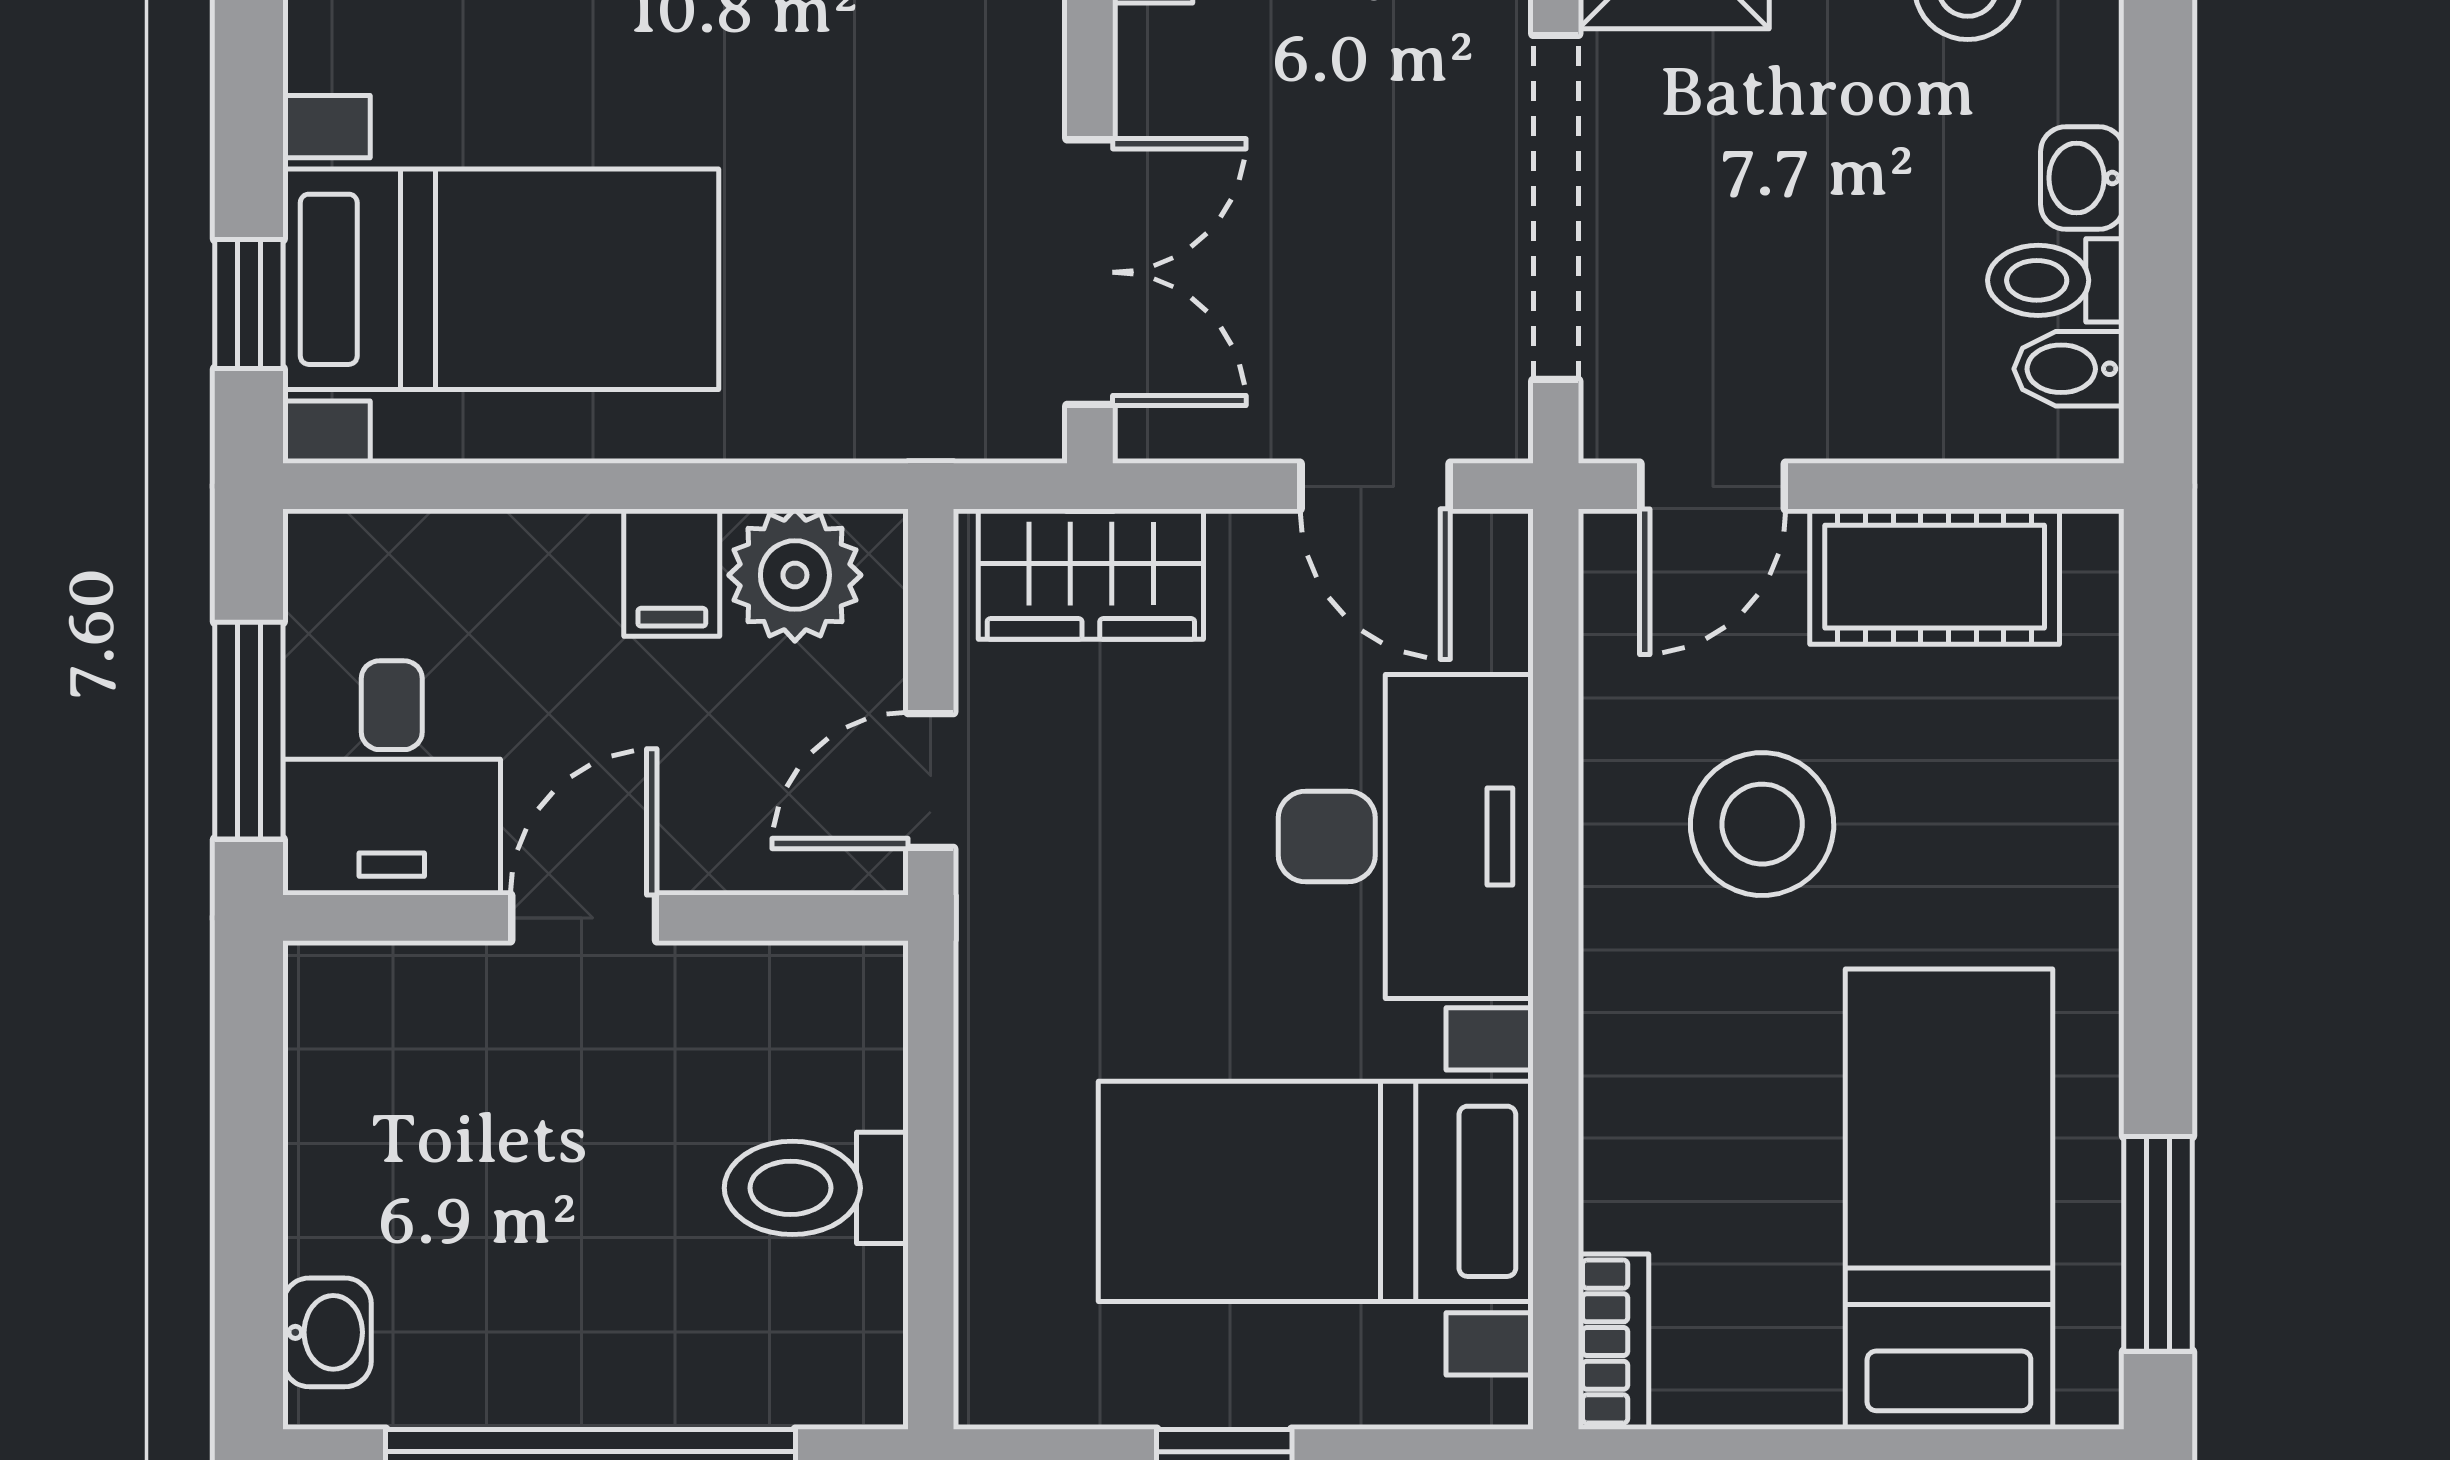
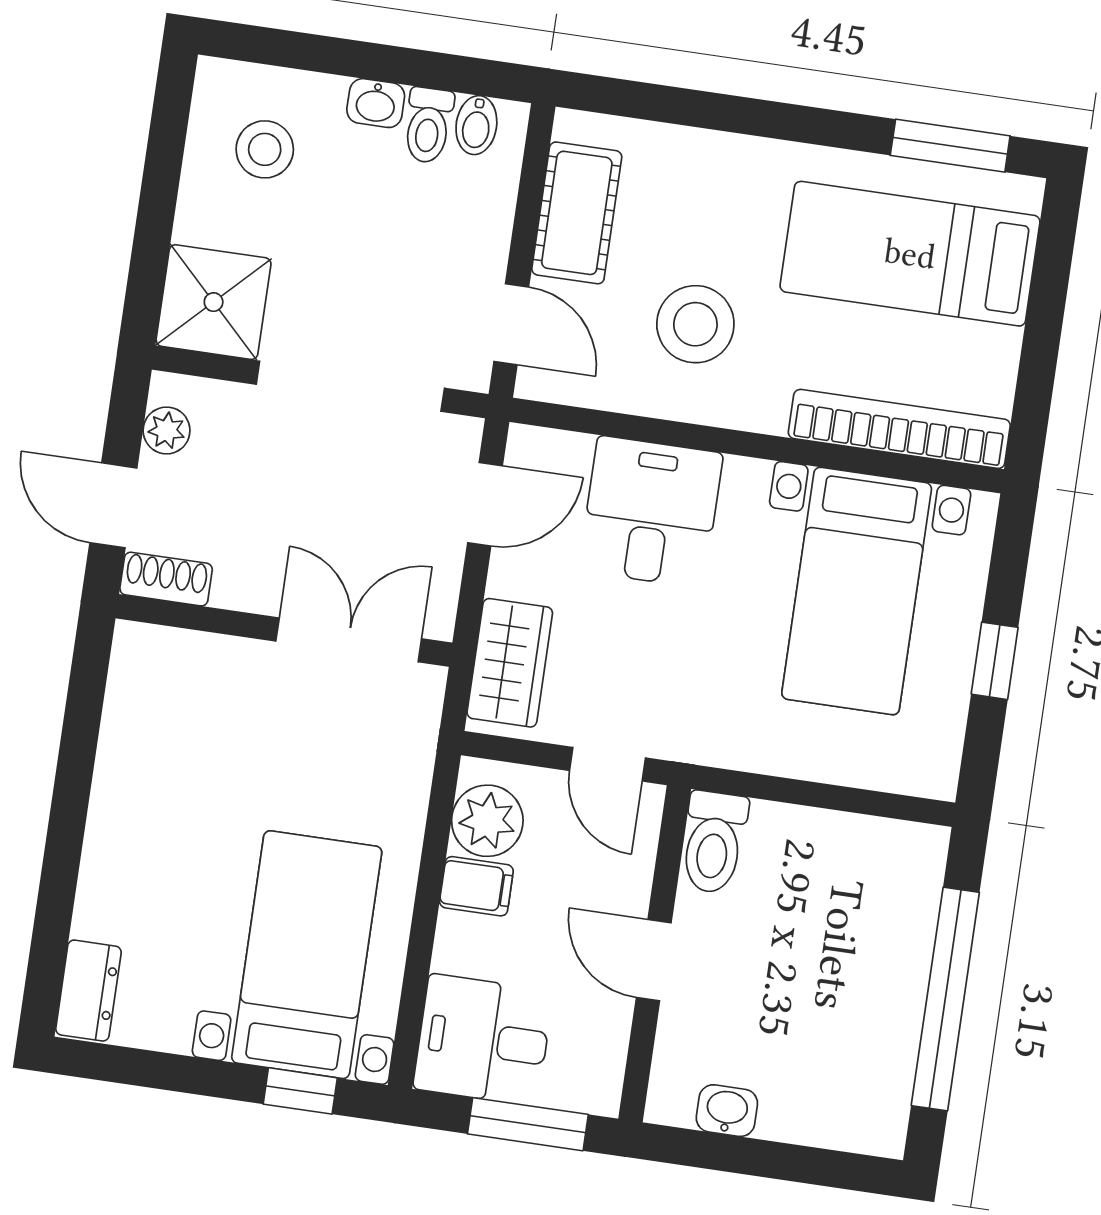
desk: (392, 778) -> (483, 1040), moved, turned 180
desk: (1406, 837) -> (651, 512), width x0.73
toilet: (816, 1188) -> (714, 842), moved
washbasin: (327, 1332) -> (727, 1111), moved
bookcase: (1614, 1342) -> (899, 429), width x2.31, depth x1.31

